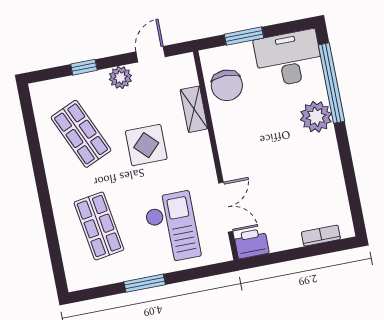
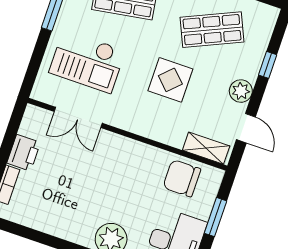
shelving: (194, 109) -> (206, 148), moved
printer: (252, 244) -> (24, 153), moved

